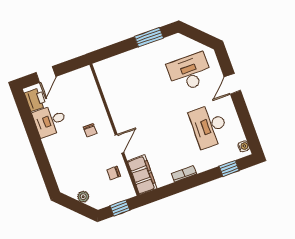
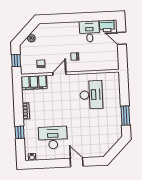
desk: (189, 72) -> (91, 95), moved
door: (120, 144) -> (59, 74), swing flipped
window: (229, 168) -> (20, 132), moved

